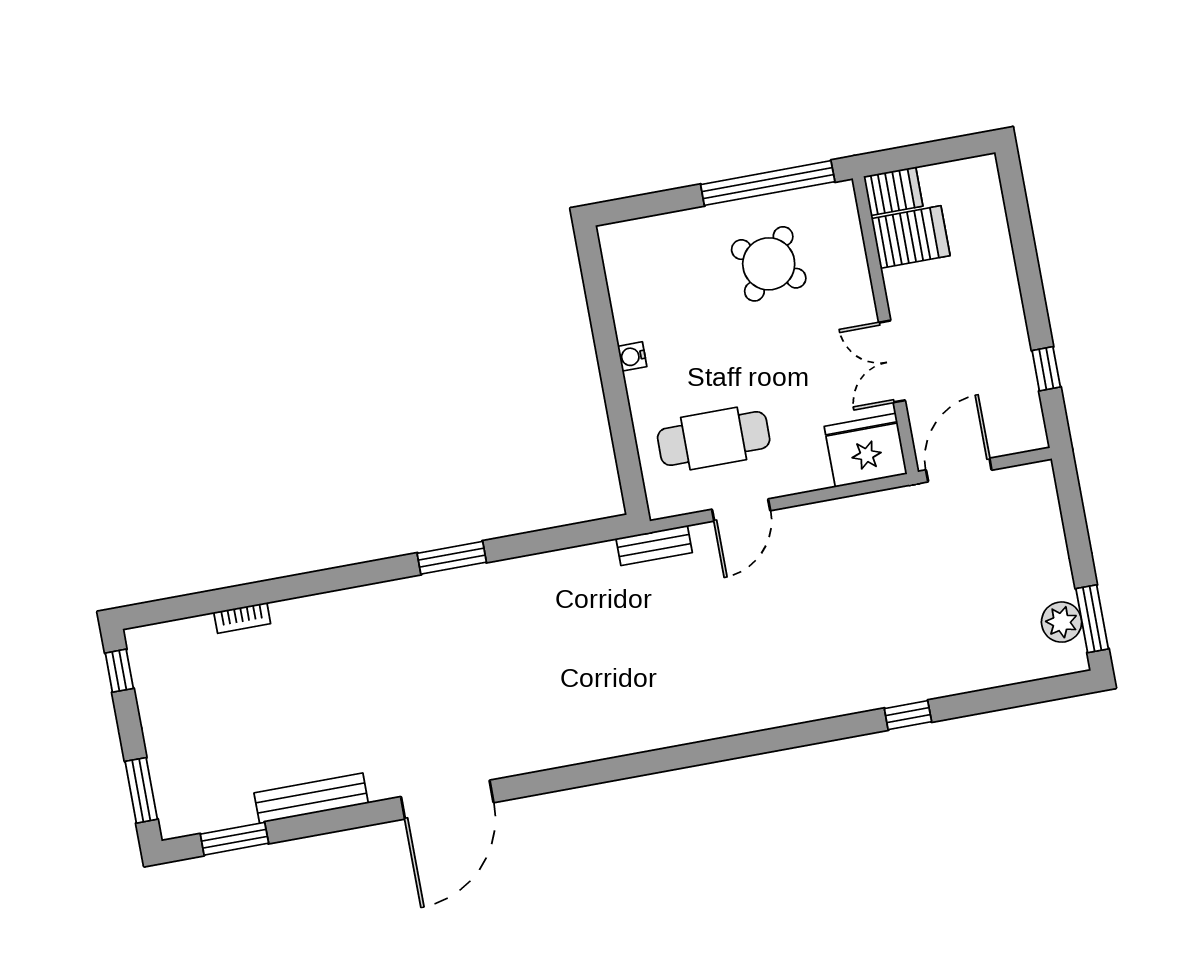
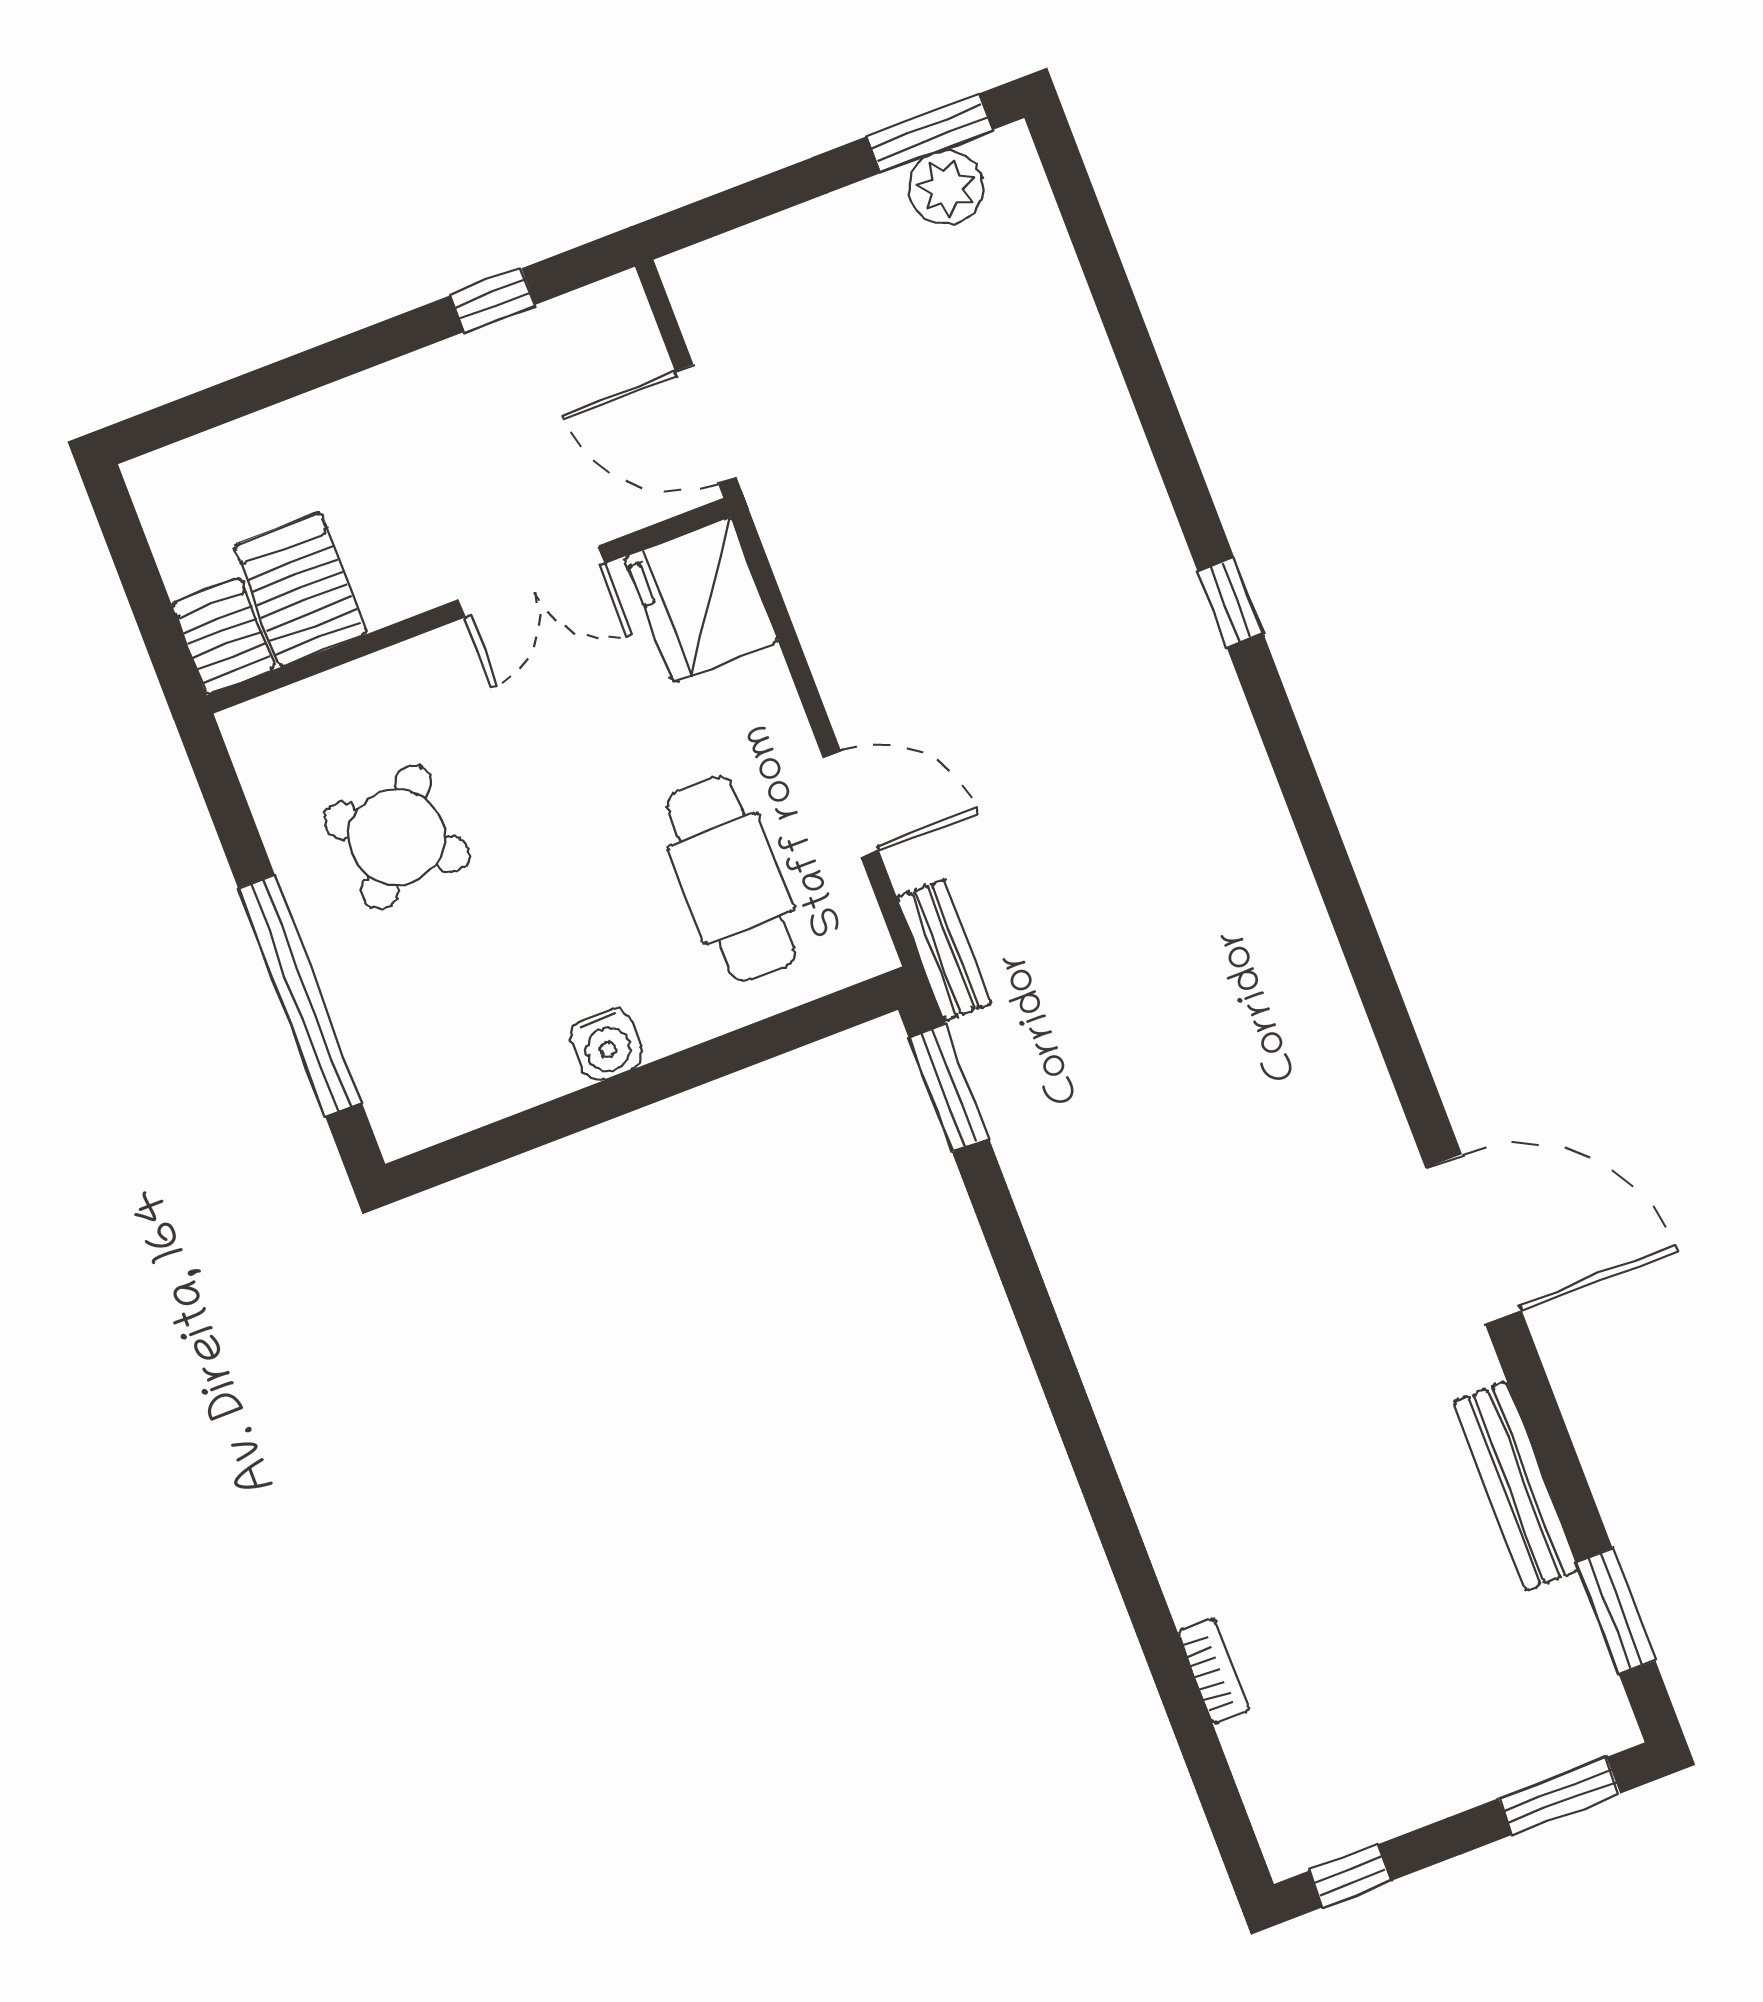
window: (768, 183) -> (300, 995), moved
water cooler: (632, 356) -> (606, 1045), width x1.38, depth x1.38
window: (452, 558) -> (949, 1088), moved
window: (908, 715) -> (1230, 602), moved

